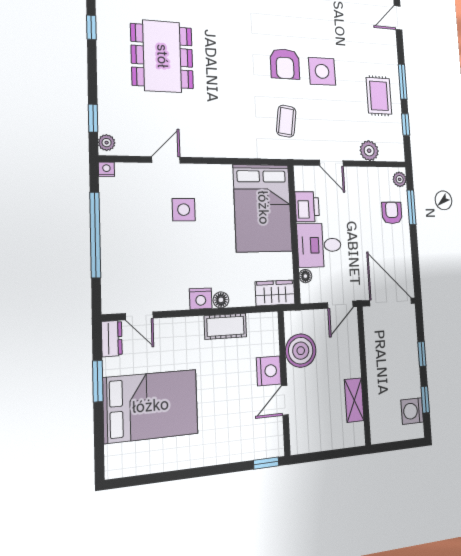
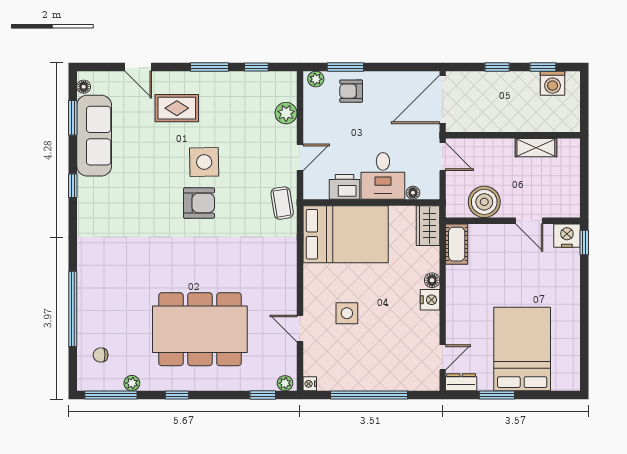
dining table: (162, 56) -> (200, 329), width x1.36, depth x1.24
rug: (379, 96) -> (177, 108), moved
coffee table: (286, 121) -> (282, 203), moved, turned 73
cot: (225, 326) -> (457, 244), moved
nightstand: (269, 371) -> (567, 236), moved

